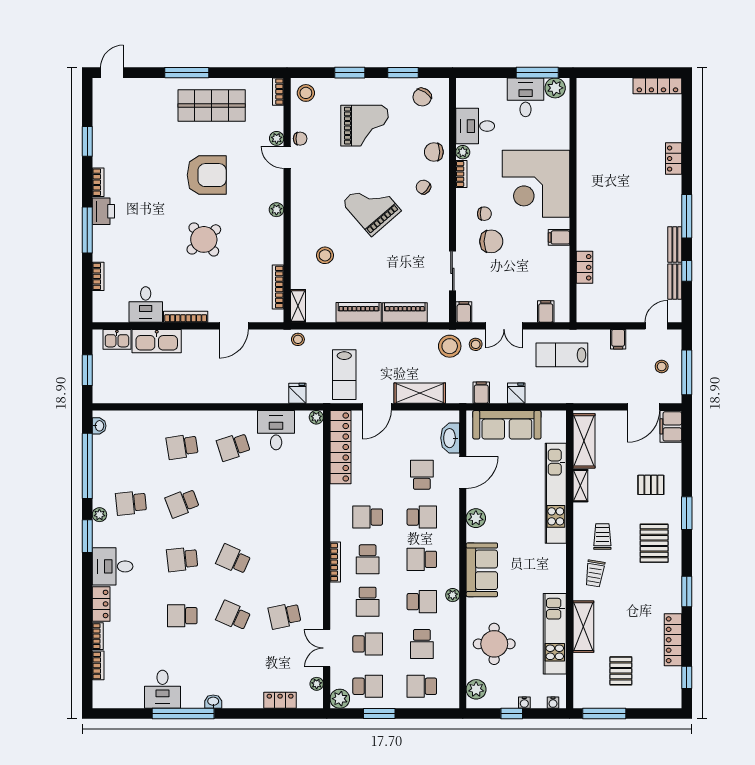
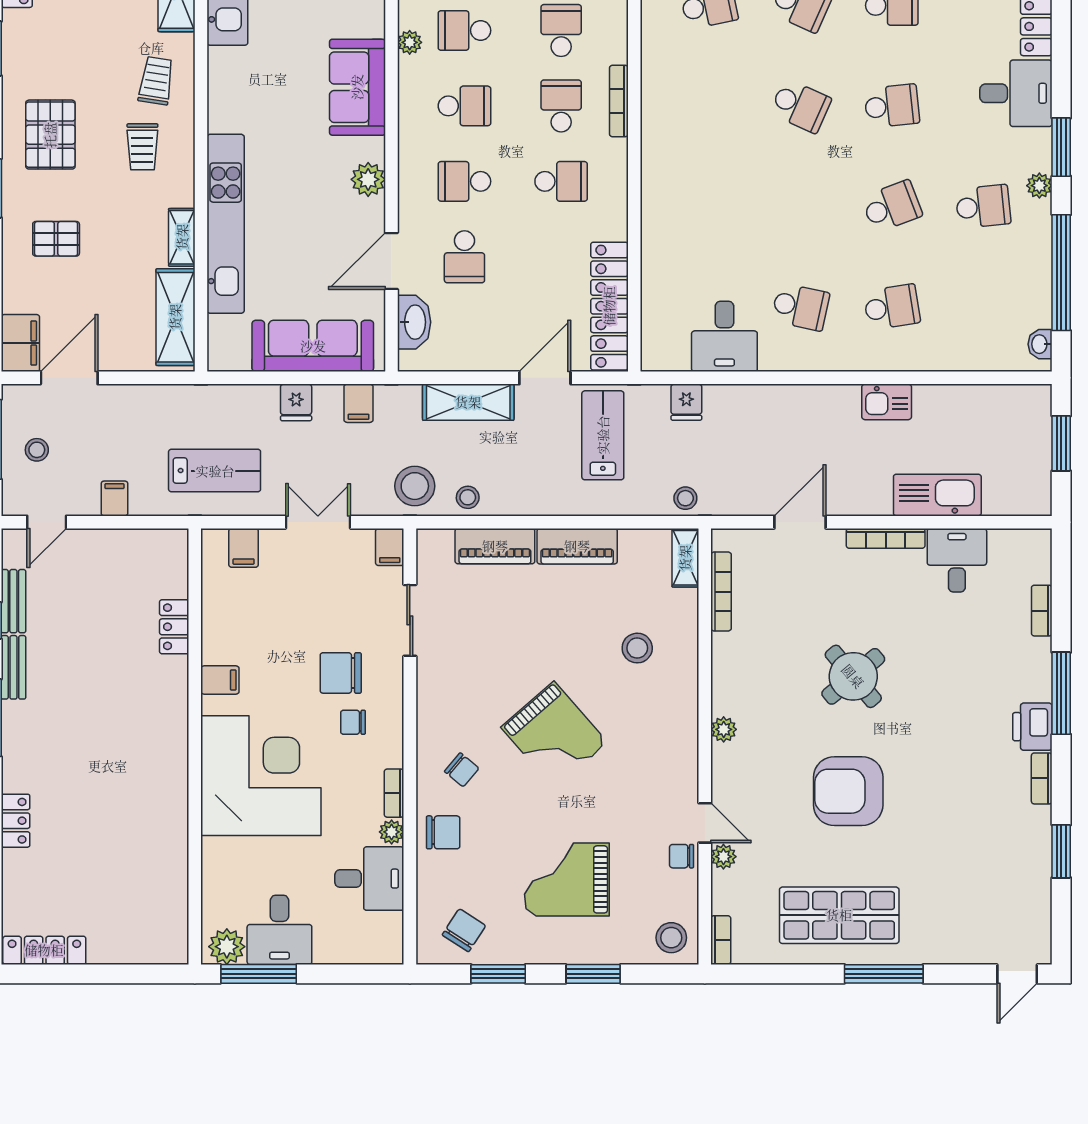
kitchen sink: (117, 339) -> (887, 402), moved, turned 180
stool: (476, 344) -> (468, 497), moved
plant: (316, 417) -> (653, 359), removed
school desk: (233, 447) -> (800, 307), turned 30

